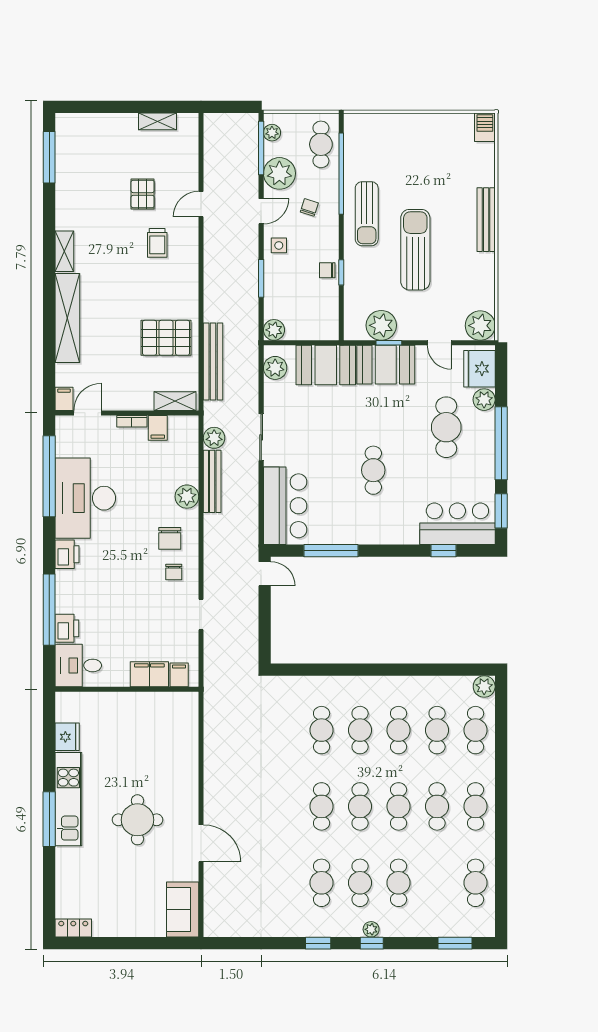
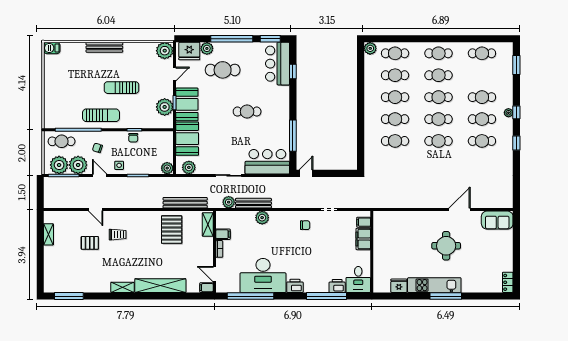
plant: (272, 133) -> (59, 165), width x1.88, depth x1.88
sun lounger: (415, 250) -> (122, 88), width x0.73, depth x0.75
chair: (170, 538) -> (286, 227), removed

